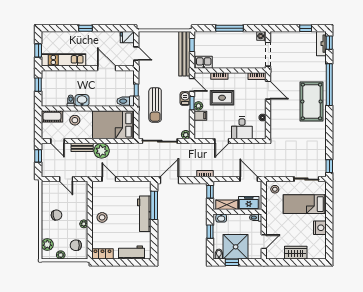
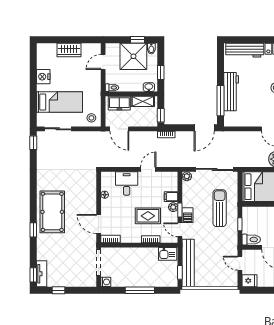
window: (329, 85) -> (33, 230), width x0.32
toilet: (126, 101) -> (251, 240), moved
workbench: (132, 253) -> (245, 50), width x1.38

